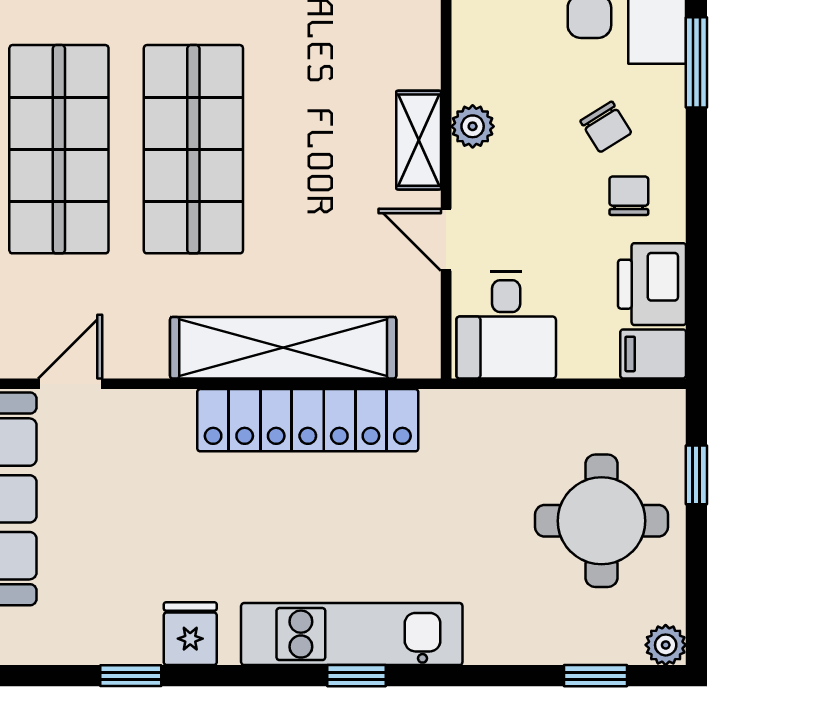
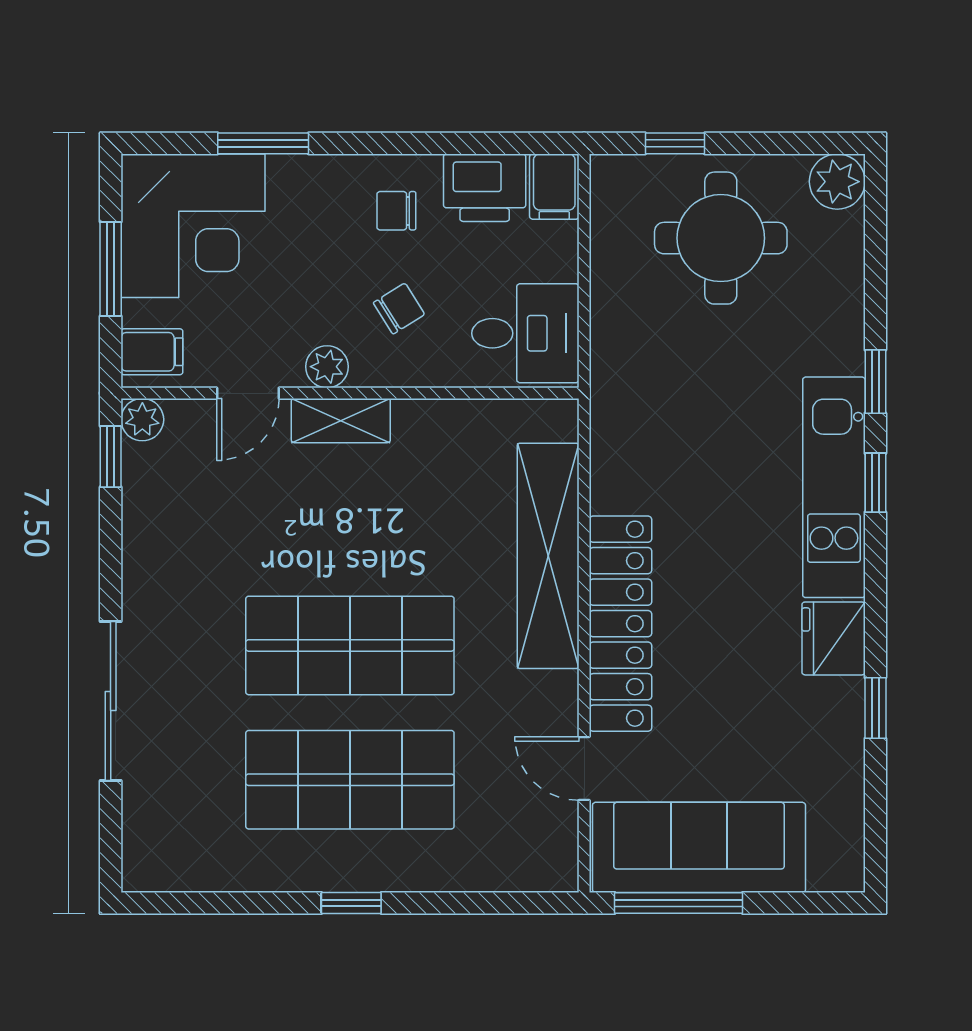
chair: (606, 127) -> (399, 309), moved
door: (446, 240) -> (248, 393), moved
locker: (308, 420) -> (620, 624), moved
fridge: (190, 634) -> (834, 638), width x1.38
plant: (666, 645) -> (837, 182), width x1.38, depth x1.38
window: (595, 676) -> (875, 382), moved

